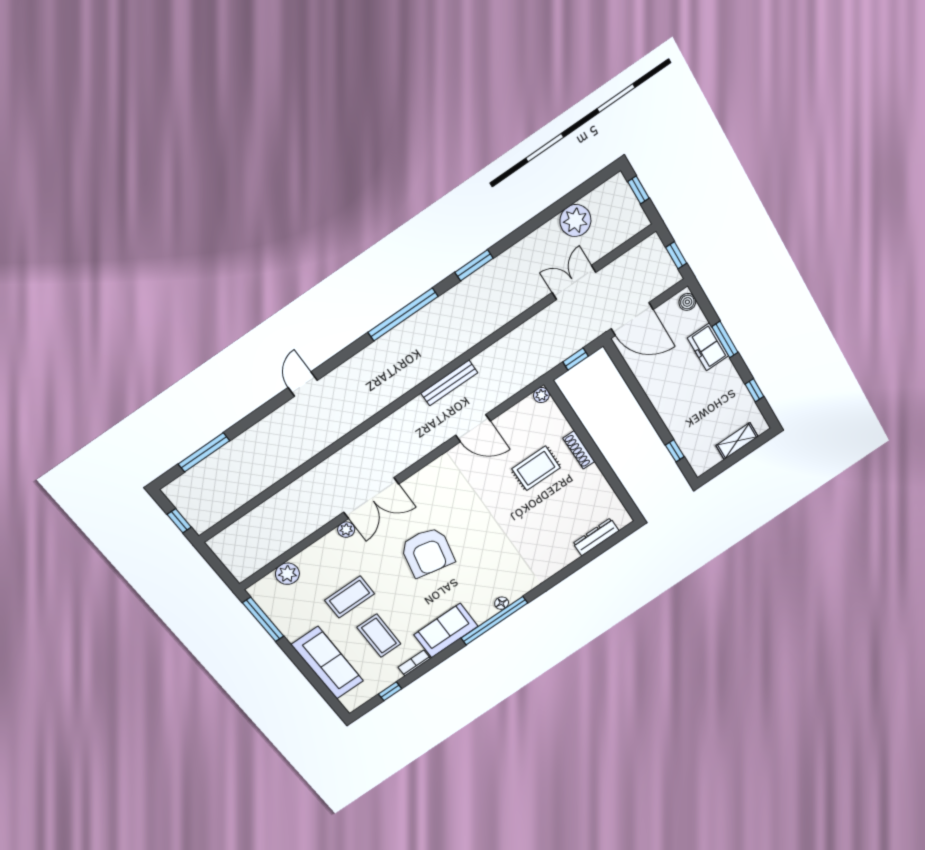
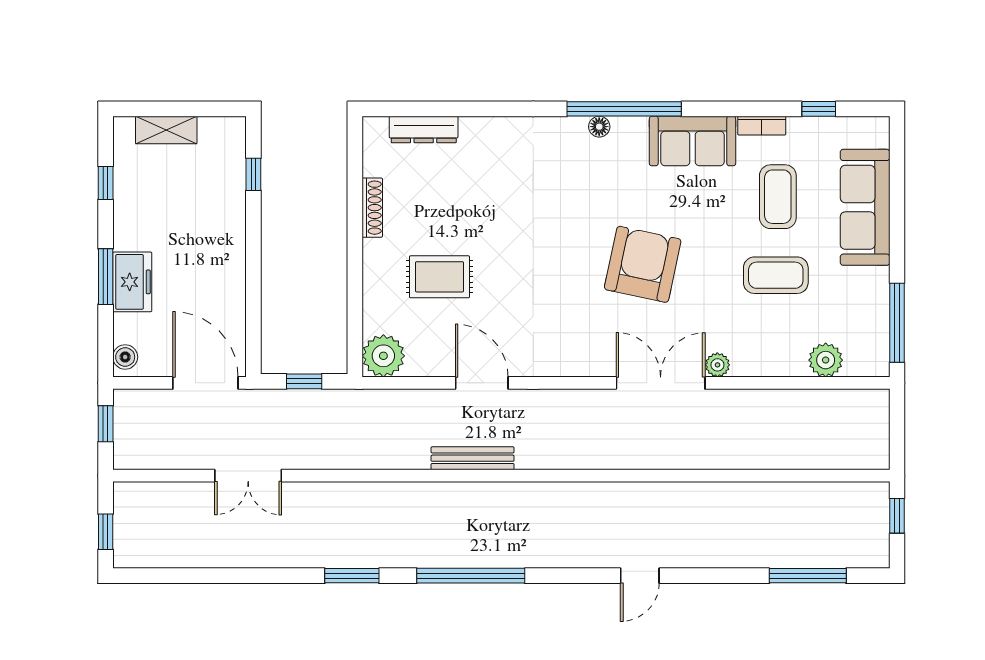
plant: (575, 221) -> (201, 547), removed
plant: (541, 395) -> (383, 356), width x1.87, depth x1.87
shoe rack: (579, 450) -> (372, 208), moved

